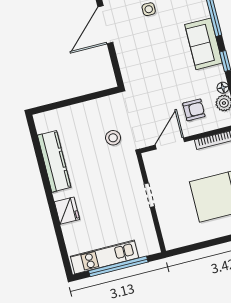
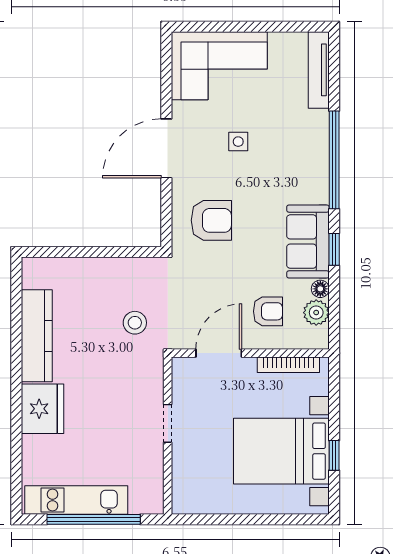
sofa: (204, 44) -> (308, 242), moved
armchair: (144, 62) -> (211, 220), added
fridge: (67, 211) -> (42, 409), width x1.36, depth x1.34

